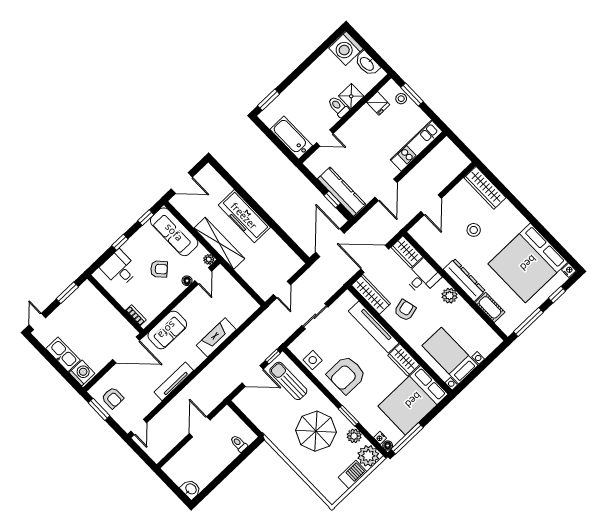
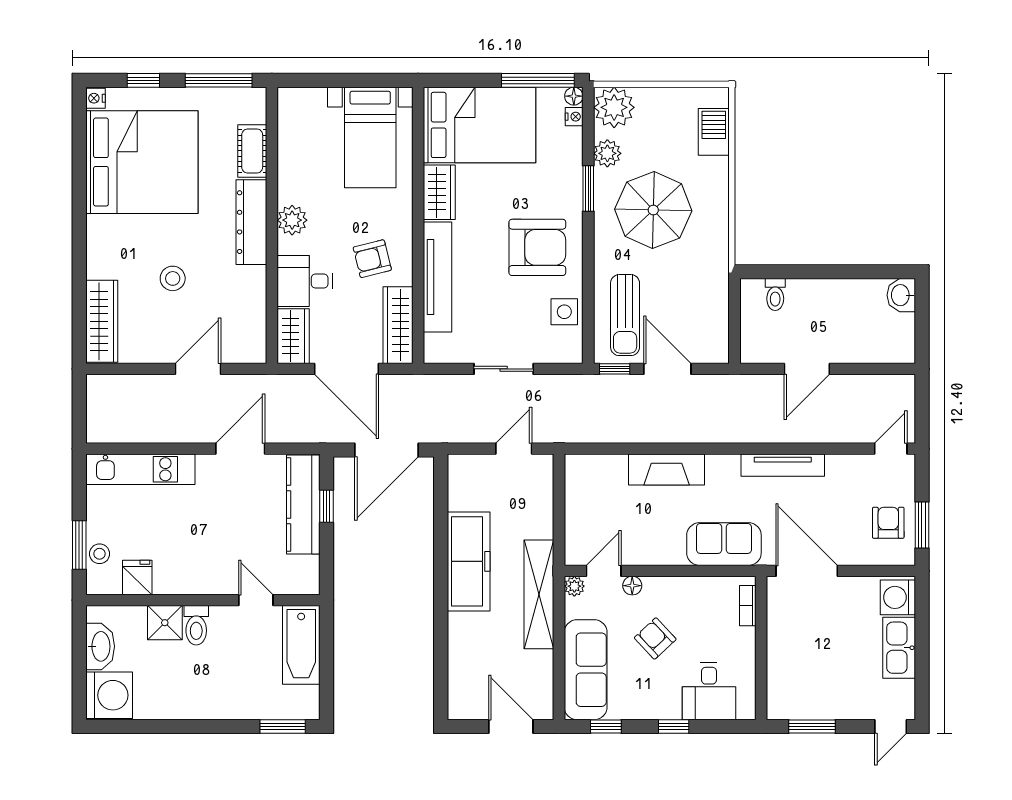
freezer: (244, 216) -> (469, 561), moved
barbecue: (353, 475) -> (714, 132), moved, turned 90

